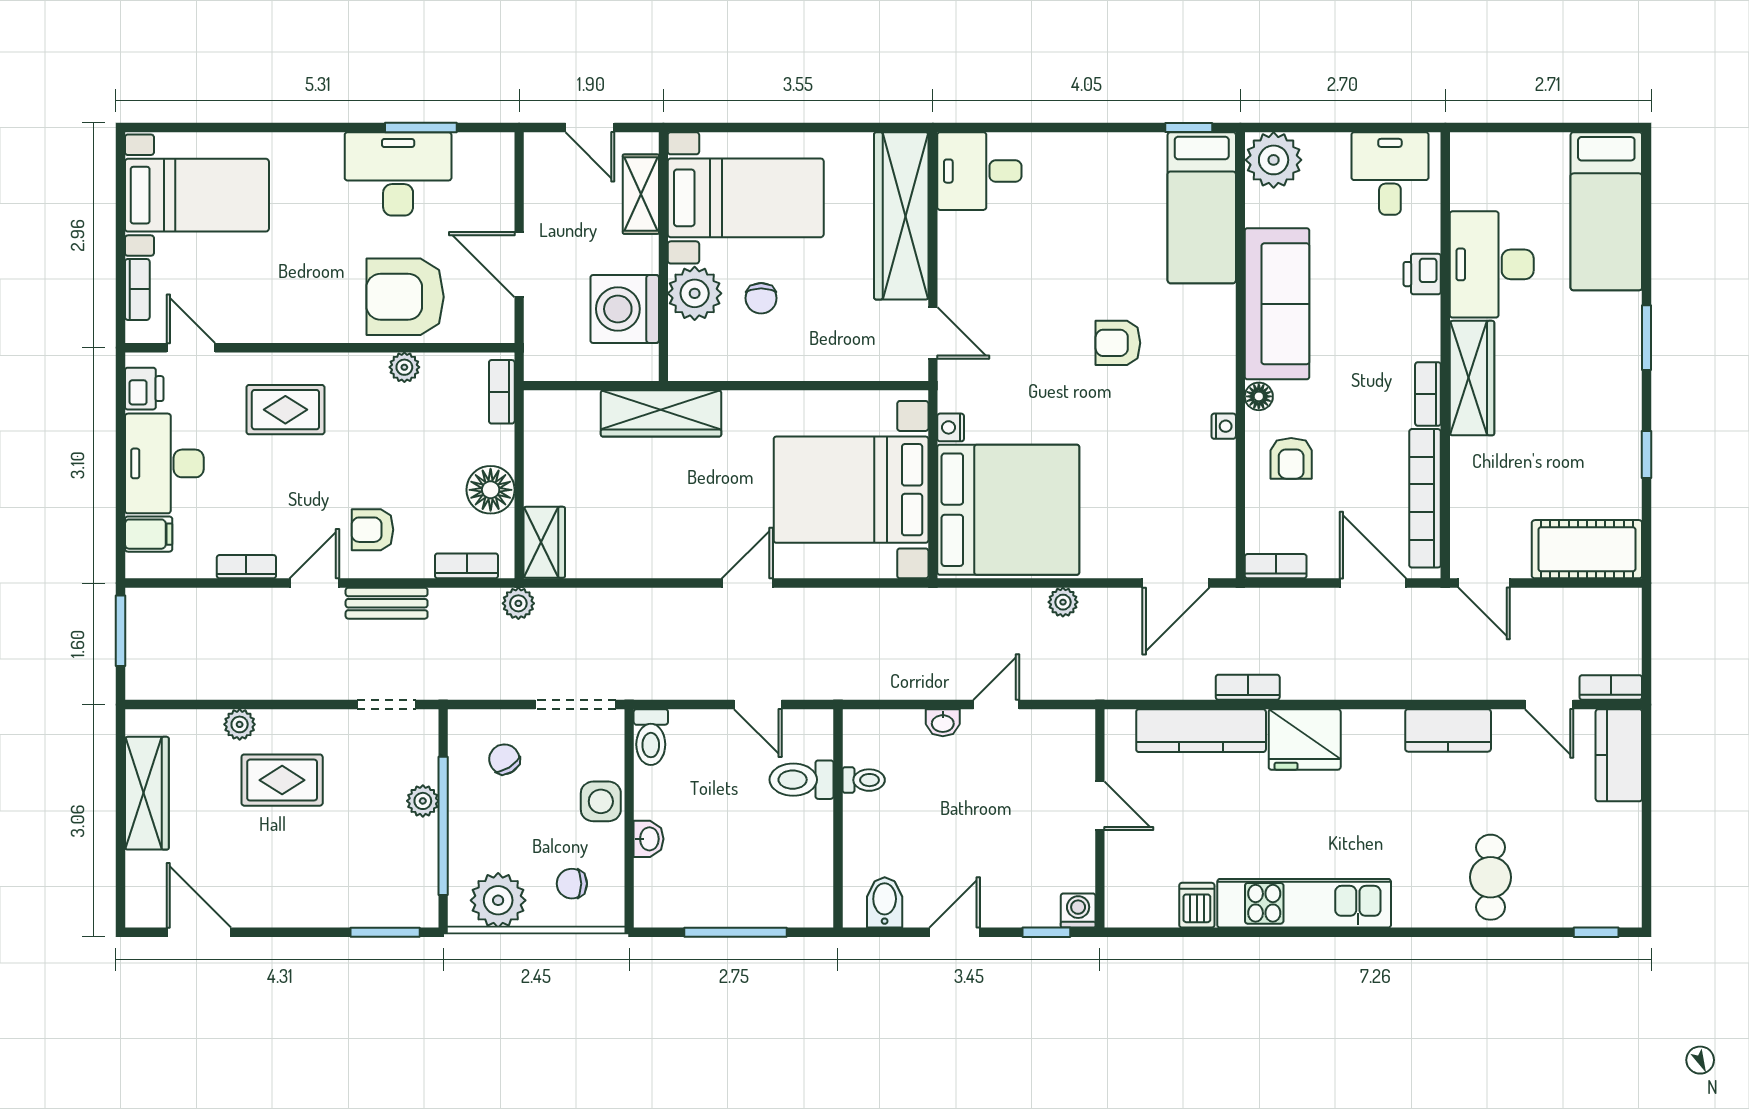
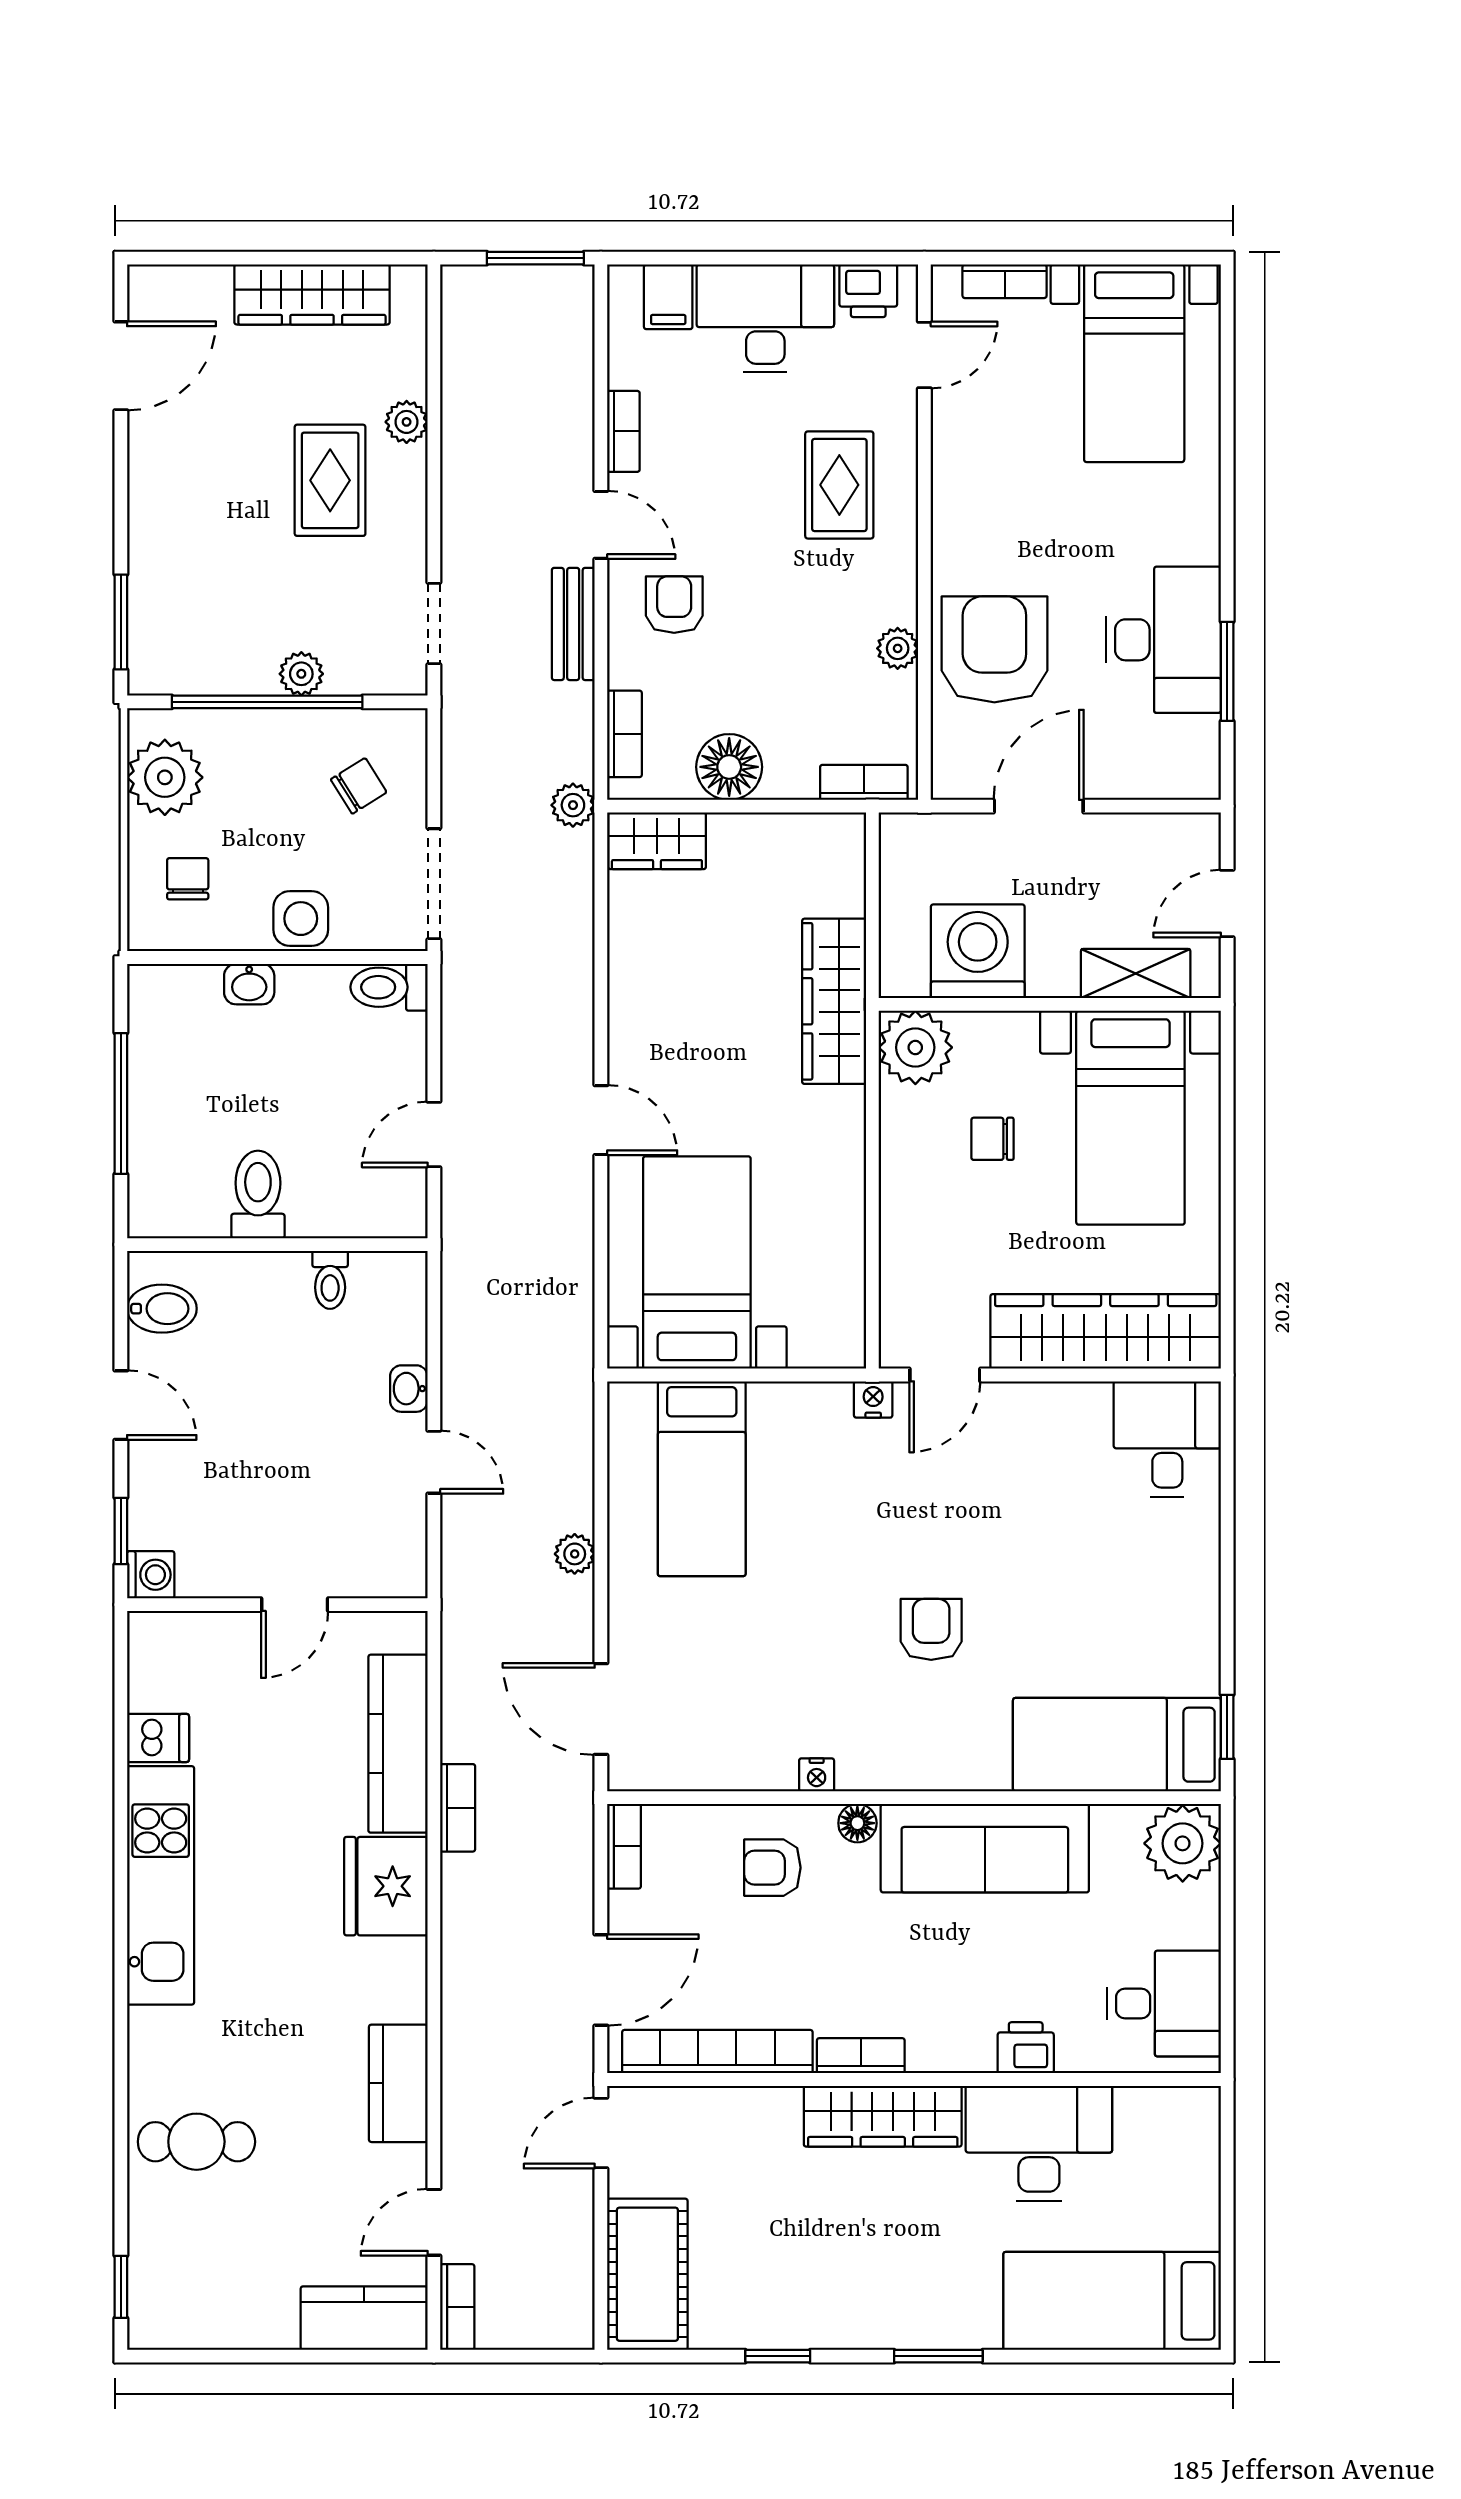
plant: (695, 293) -> (915, 1047), moved
nightstand: (951, 427) -> (873, 1399), moved
bed with nightstands: (851, 490) -> (697, 1263), width x0.73
bed: (1008, 510) -> (702, 1479), width x0.49
toilet: (802, 780) -> (258, 1194), moved

